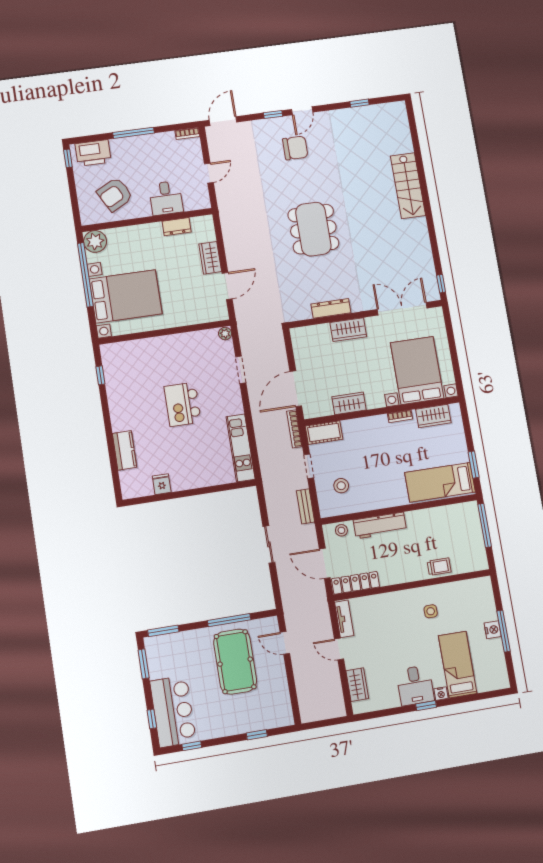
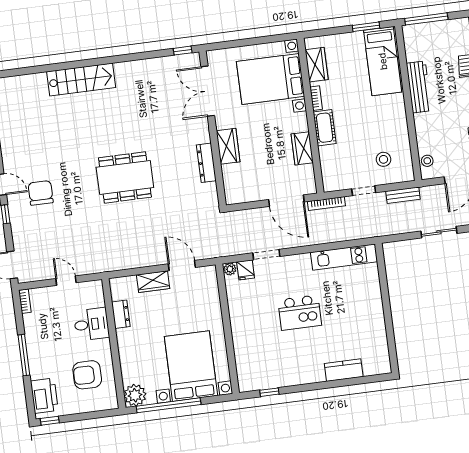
armchair: (115, 194) -> (87, 375), turned 118
cot: (324, 433) -> (325, 128), moved
fridge: (162, 484) -> (246, 270), moved, turned -90
workbench: (380, 525) -> (419, 87), moved

